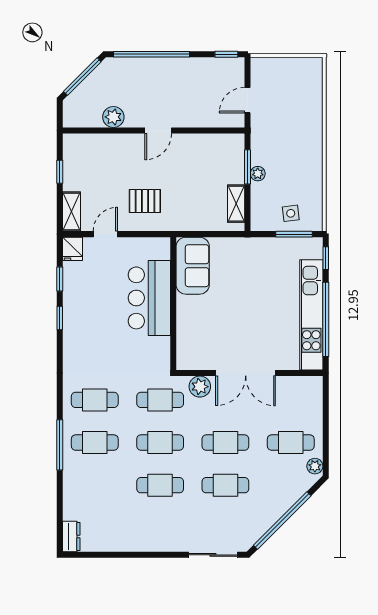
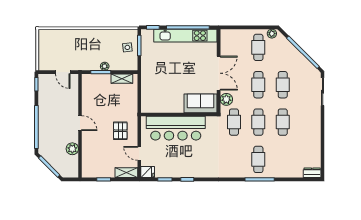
sofa: (193, 266) -> (201, 103), moved
bar counter: (149, 298) -> (176, 128), width x1.36
cafe table: (95, 400) -> (234, 159), removed

